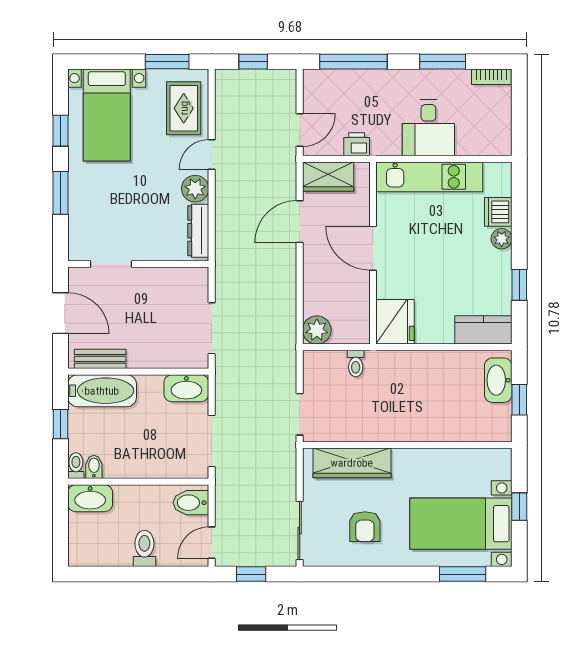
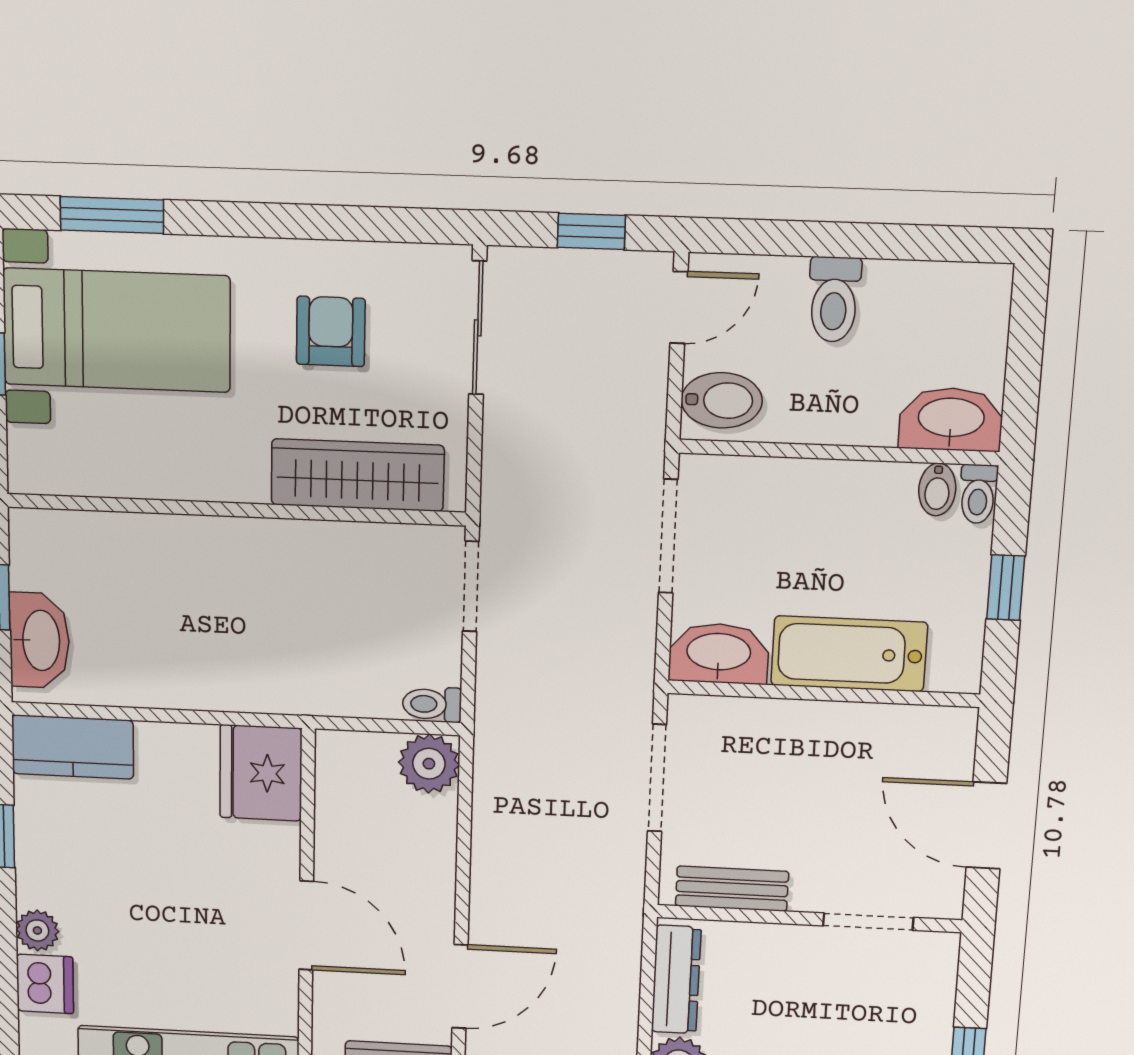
bench: (100, 359) -> (732, 889), moved
toilet: (356, 364) -> (432, 704), moved, turned -90
bathtub: (102, 391) -> (849, 654), moved

